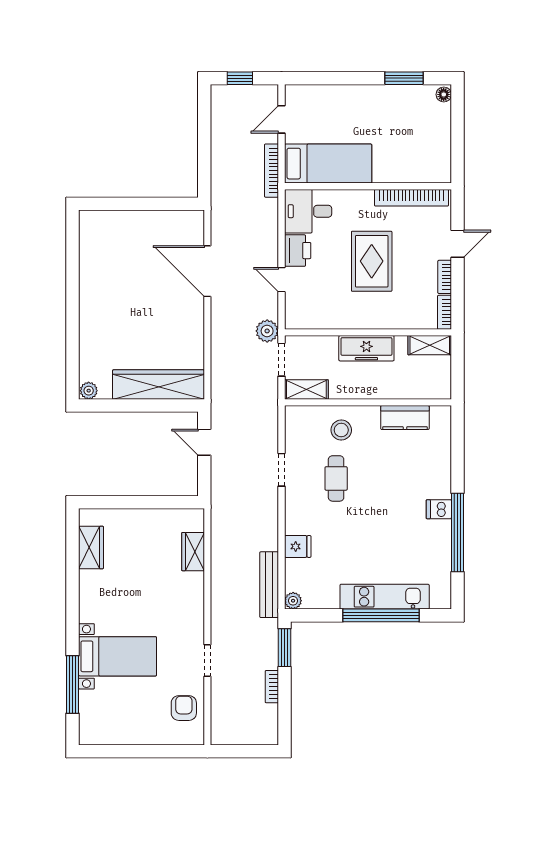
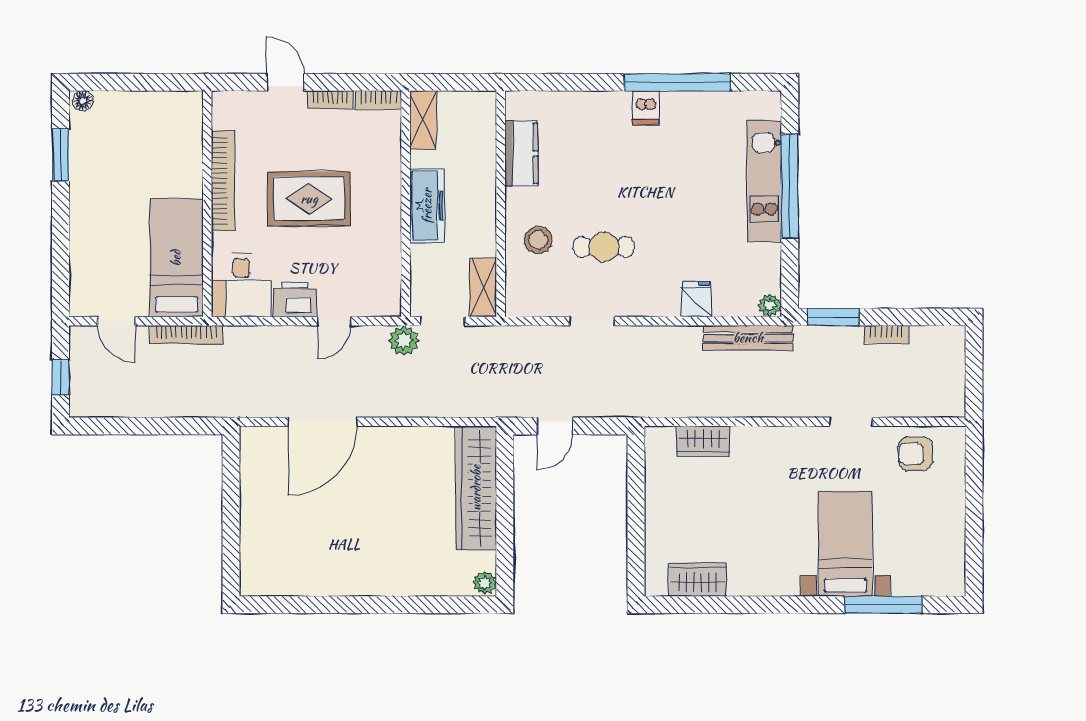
bookcase: (411, 198) -> (223, 181), moved

